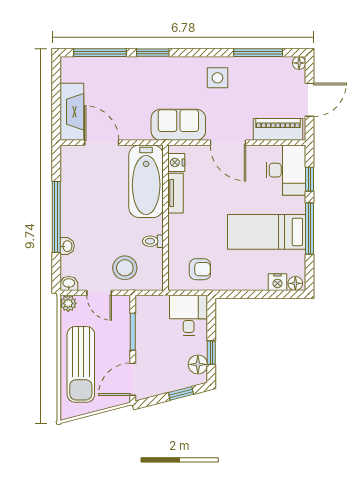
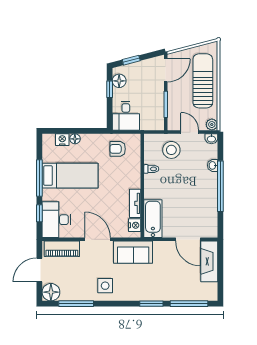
floor lamp: (299, 63) -> (51, 292), width x1.89, depth x1.89
bathtub: (146, 181) -> (153, 219), width x0.73, depth x0.73
floor lamp: (295, 283) -> (75, 139), moved

